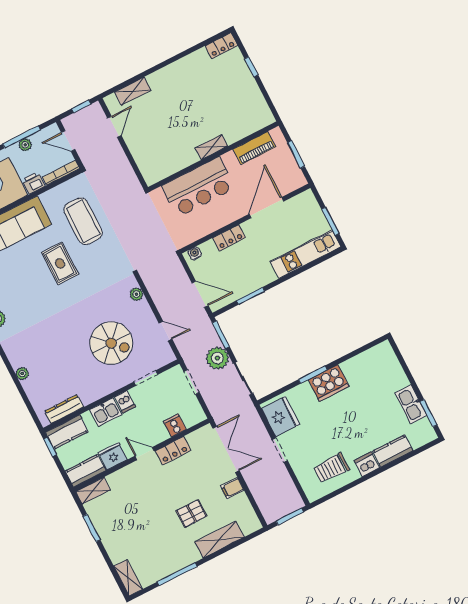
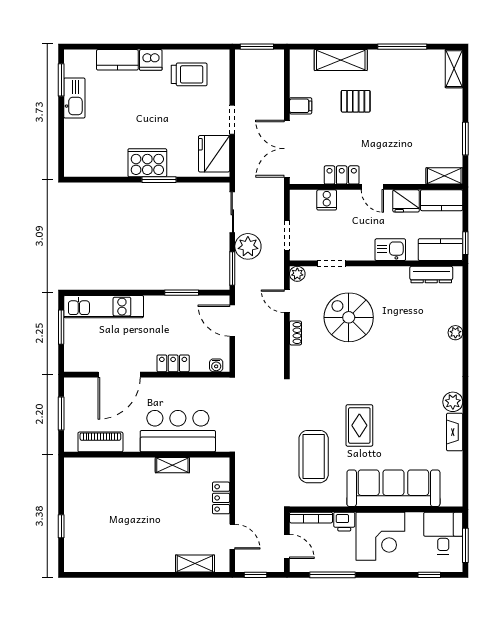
locker: (221, 46) -> (221, 498), moved, turned -90
door: (114, 127) -> (232, 537), swing flipped
plant: (25, 145) -> (333, 565), removed
shelving: (212, 147) -> (172, 465), moved
plant: (136, 294) -> (297, 274), moved
shoe rack: (146, 310) -> (295, 333), added
dishwasher: (125, 402) -> (365, 250), removed

